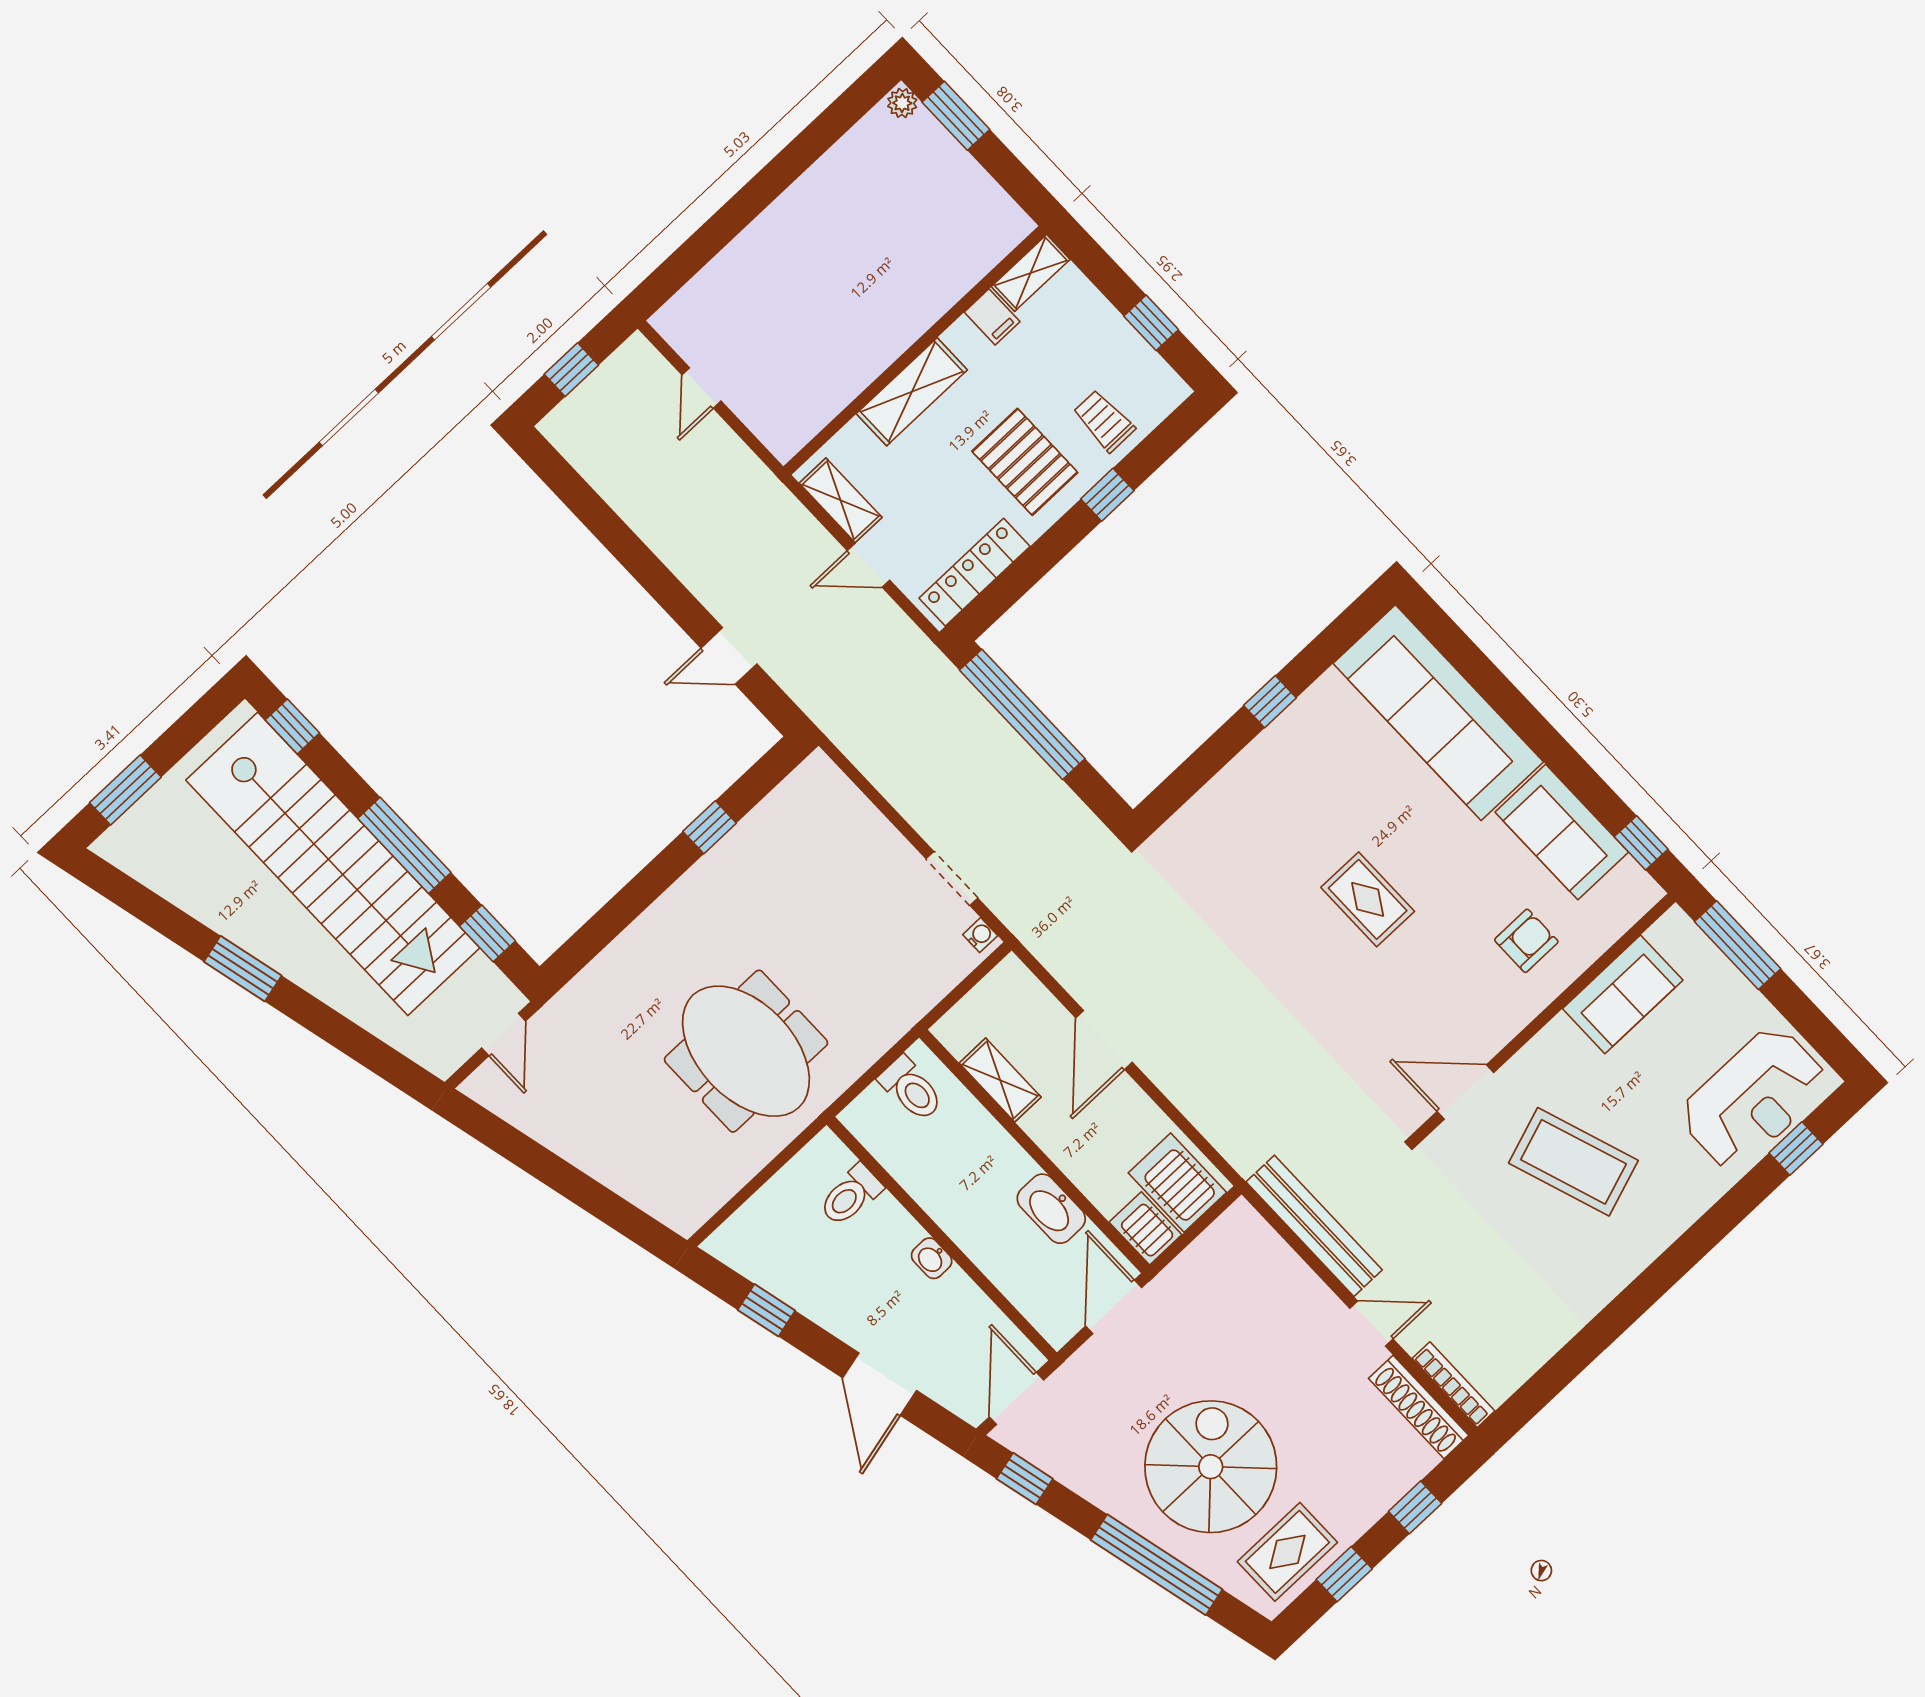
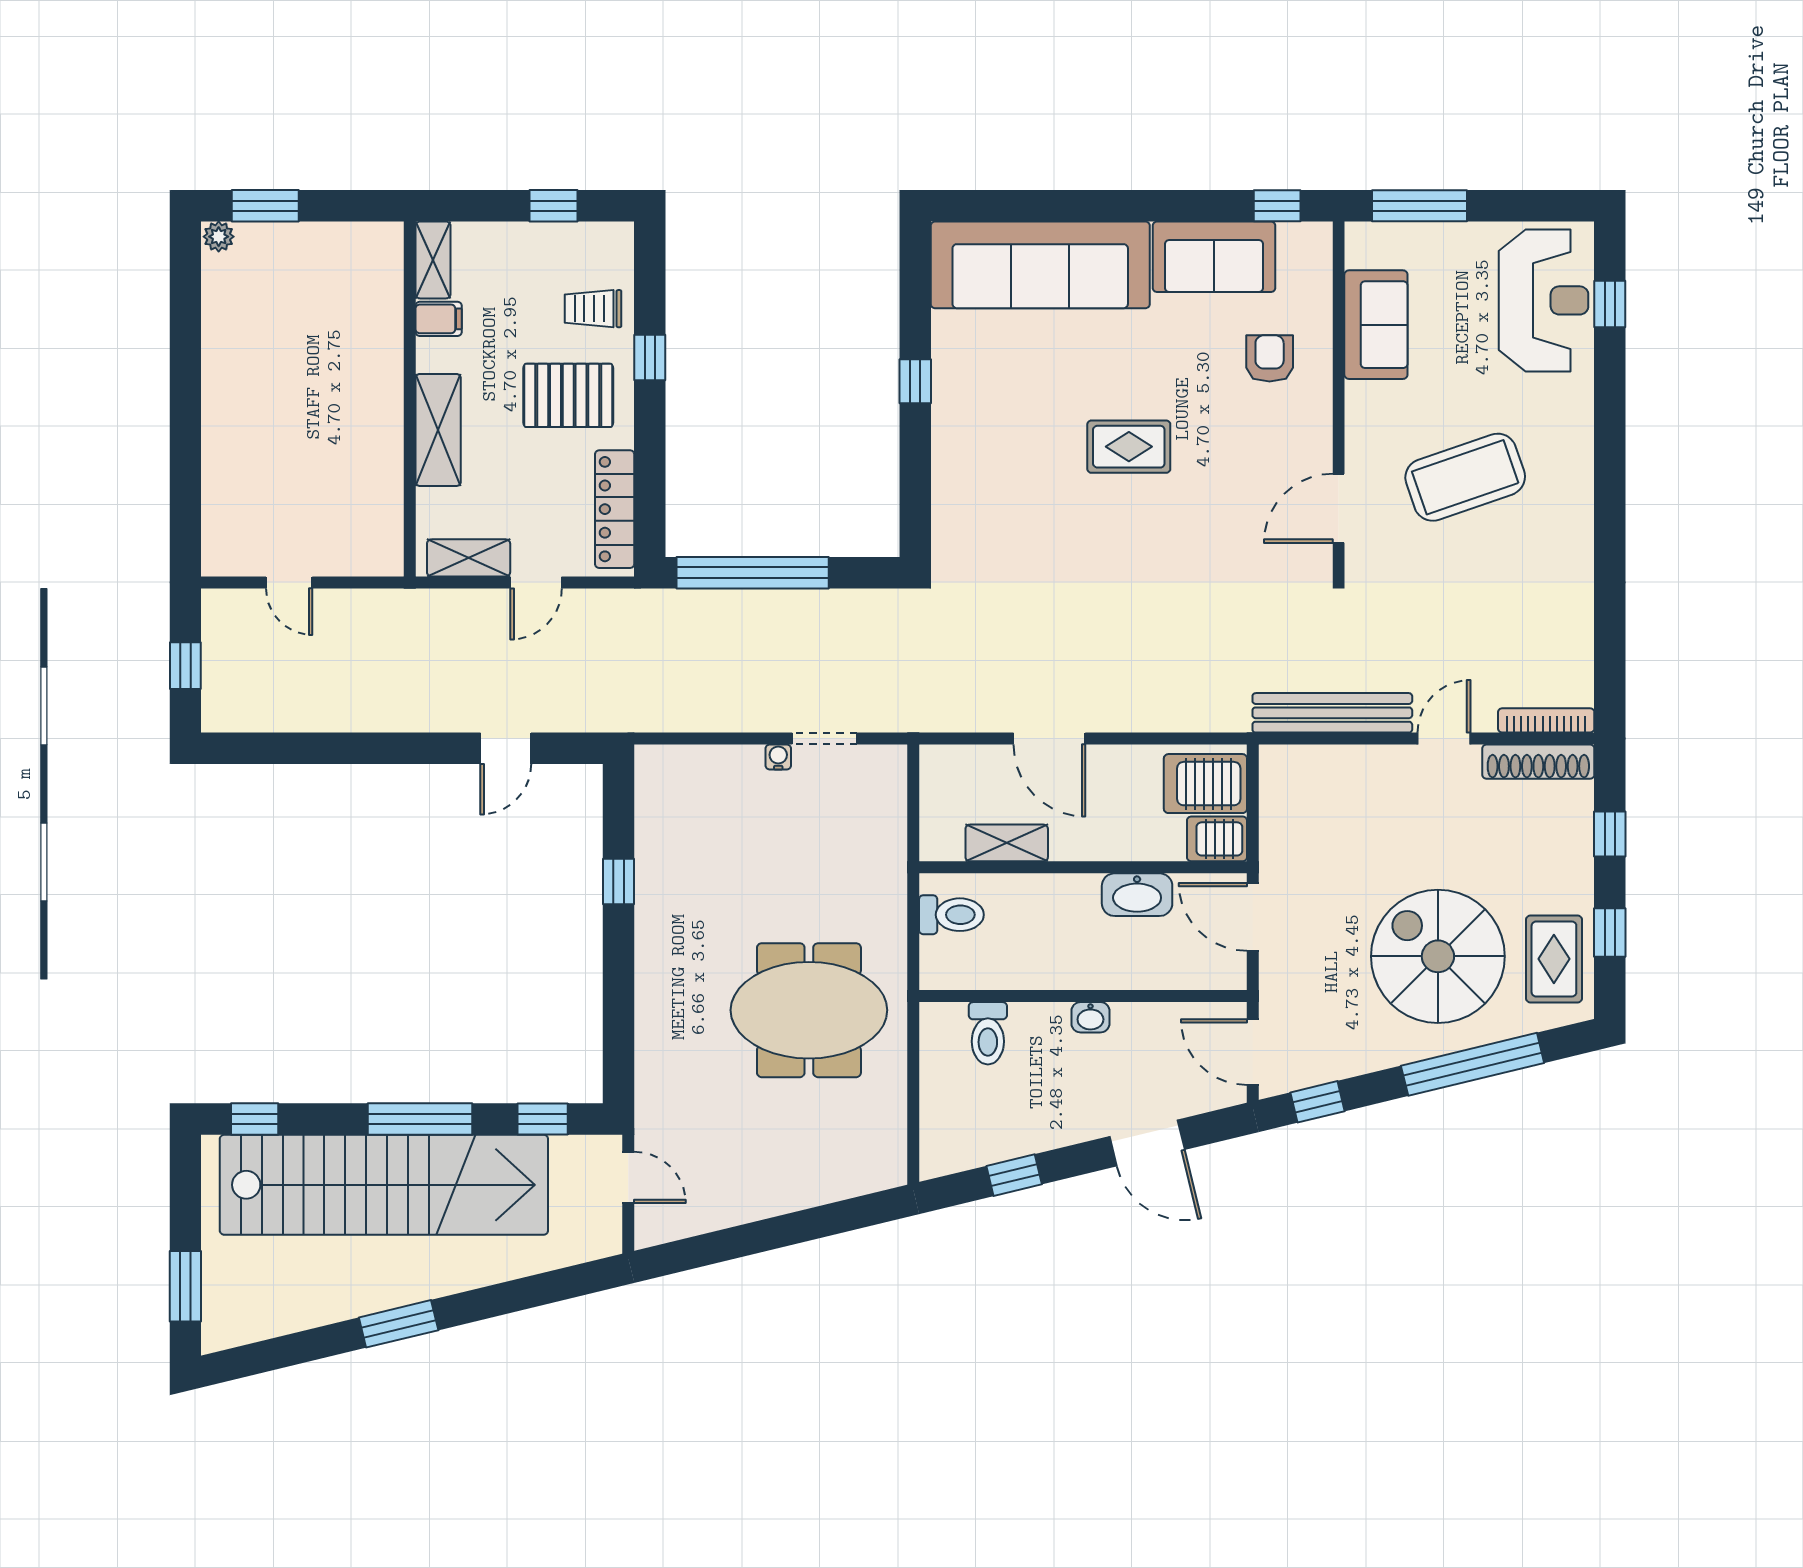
water cooler: (980, 935) -> (778, 757), moved

